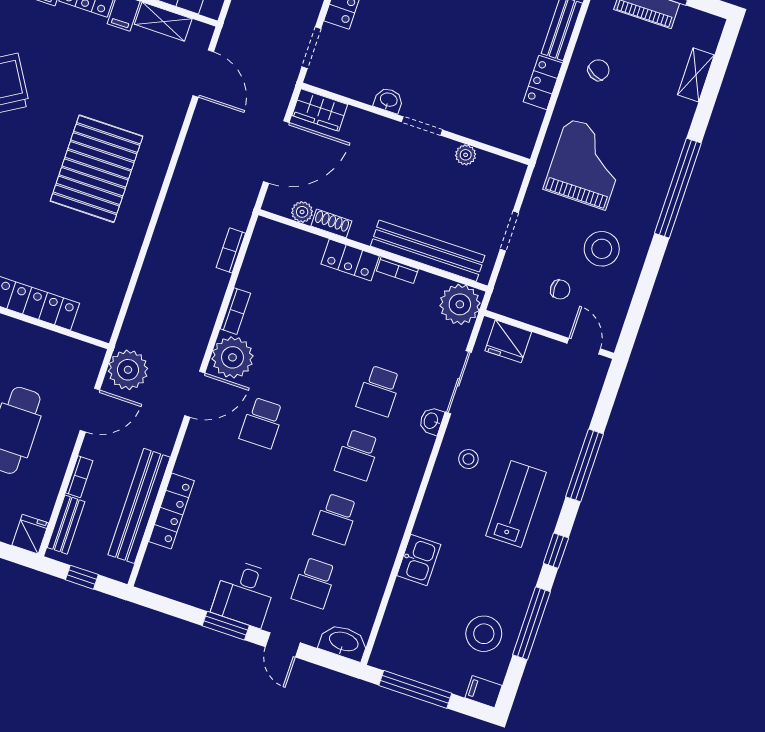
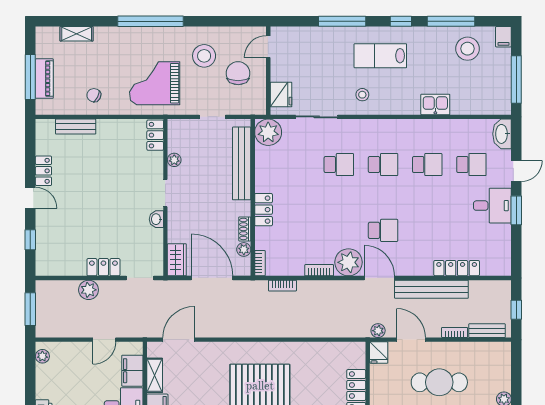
locker: (543, 82) -> (155, 135), moved, turned 90
bookcase: (397, 270) -> (260, 263), moved
chair: (560, 289) -> (238, 73), width x1.87, depth x1.87
plant: (128, 370) -> (378, 331), width x0.53, depth x0.53
washbasin: (431, 421) -> (346, 126), removed
bench: (139, 506) -> (431, 289), moved
fridge: (30, 534) -> (379, 353), moved, turned -90

